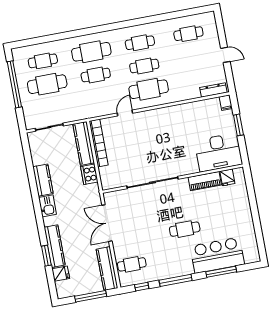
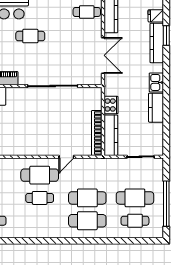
cafe table: (140, 43) -> (40, 221), removed
cafe table: (96, 75) -> (87, 198), width x1.37, depth x1.35

